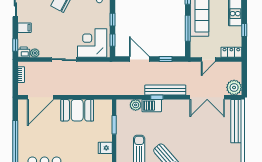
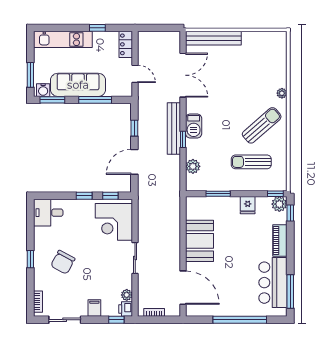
plant: (234, 87) -> (171, 41), removed
barbecue: (152, 106) -> (194, 126), moved

